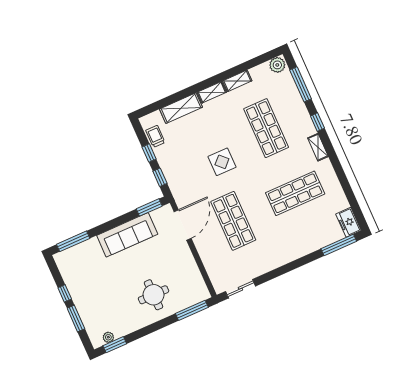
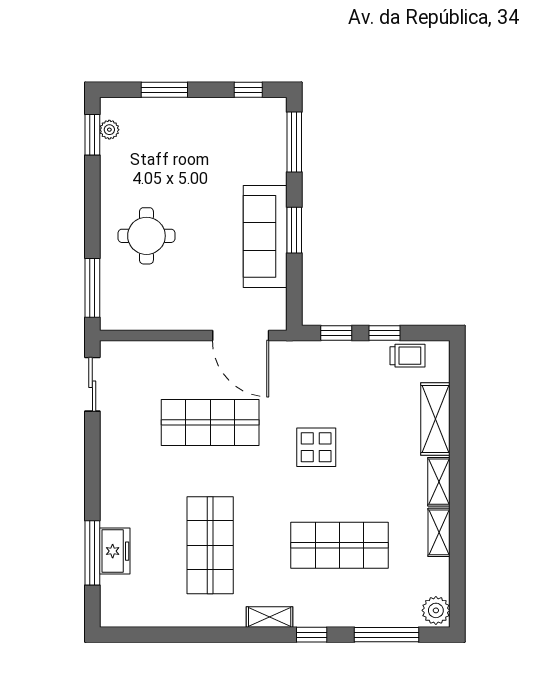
window: (149, 207) -> (294, 230), moved
freezer: (348, 222) -> (115, 551), moved, turned 90
window: (339, 245) -> (92, 553), moved
window: (65, 293) -> (248, 90), moved

